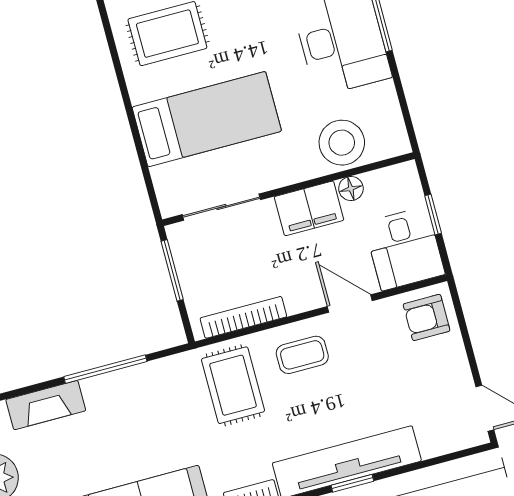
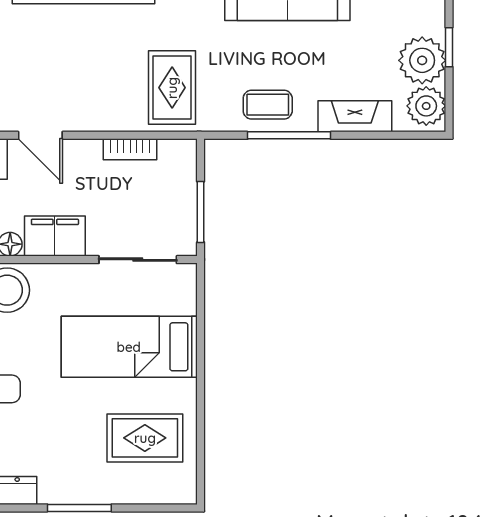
bookcase: (243, 317) -> (130, 149), width x0.64
coffee table: (302, 355) -> (268, 105), moved

